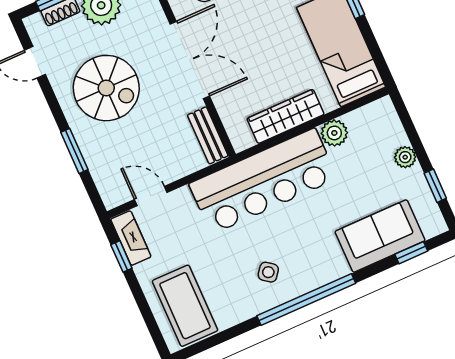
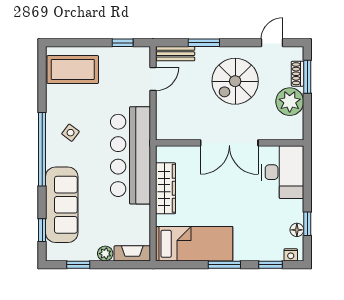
plant: (334, 133) -> (141, 215), removed
bench: (208, 135) -> (176, 54), moved
sofa: (380, 236) -> (62, 205), width x1.36
fireplace: (131, 238) -> (132, 253), moved, turned 180

